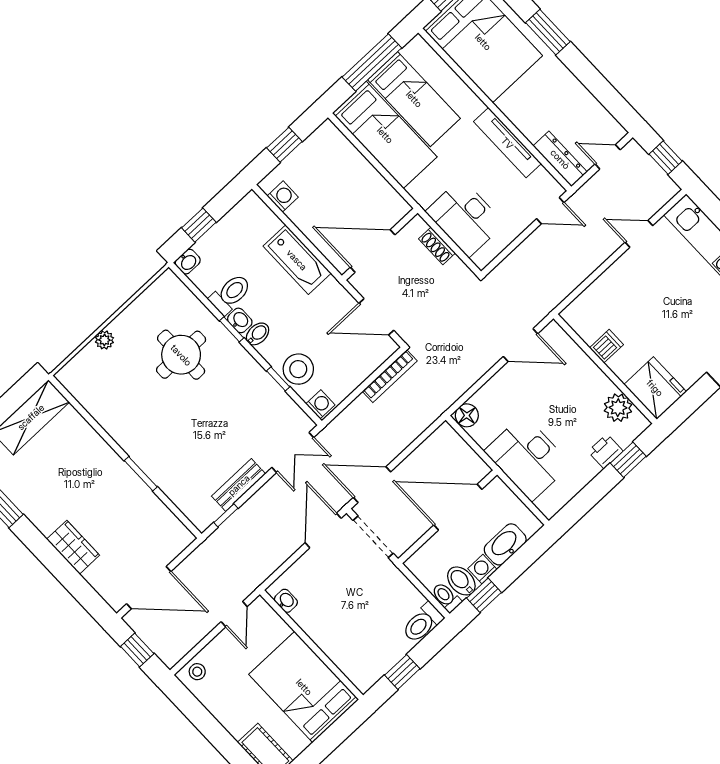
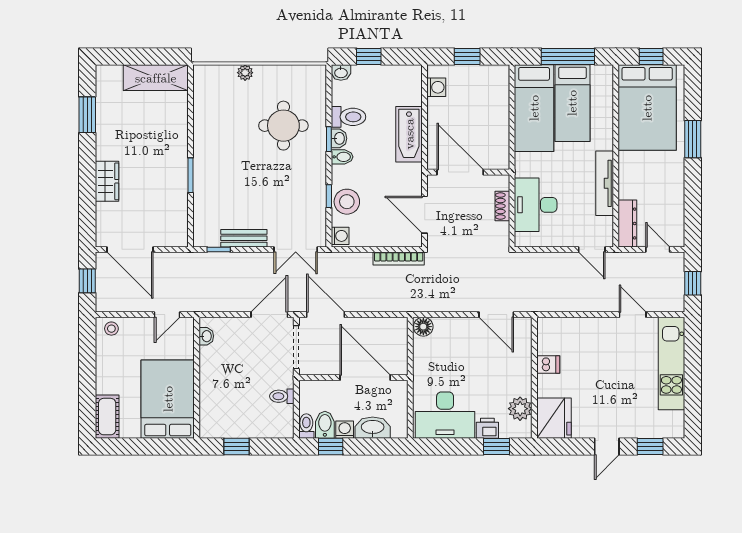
desk: (528, 458) -> (445, 415), moved, turned -90
toilet: (423, 623) -> (282, 396), moved, width x0.73, depth x0.72

